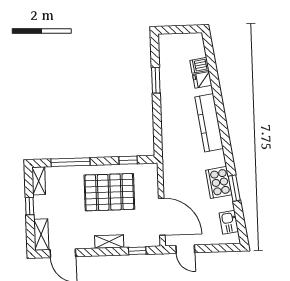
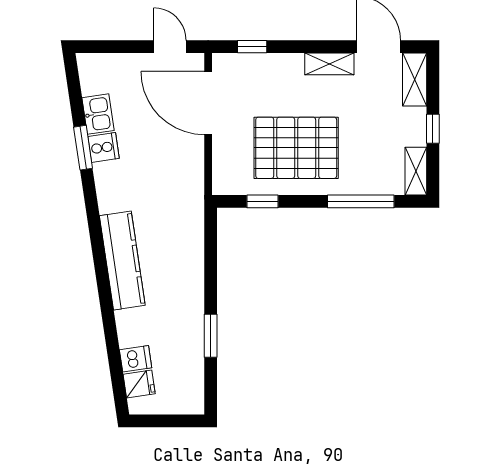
fridge: (202, 80) -> (139, 384), moved
cooker: (219, 182) -> (103, 147), width x0.53, depth x0.76
kitchen sink: (229, 222) -> (98, 114), moved
shelving: (109, 242) -> (329, 64), moved

